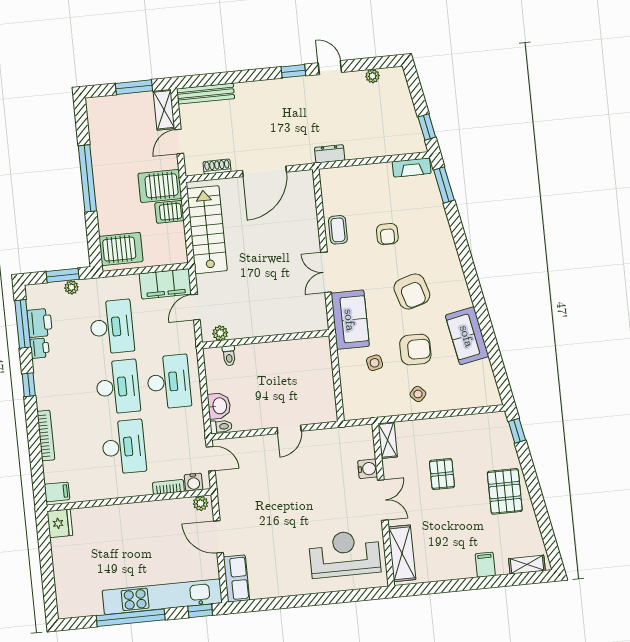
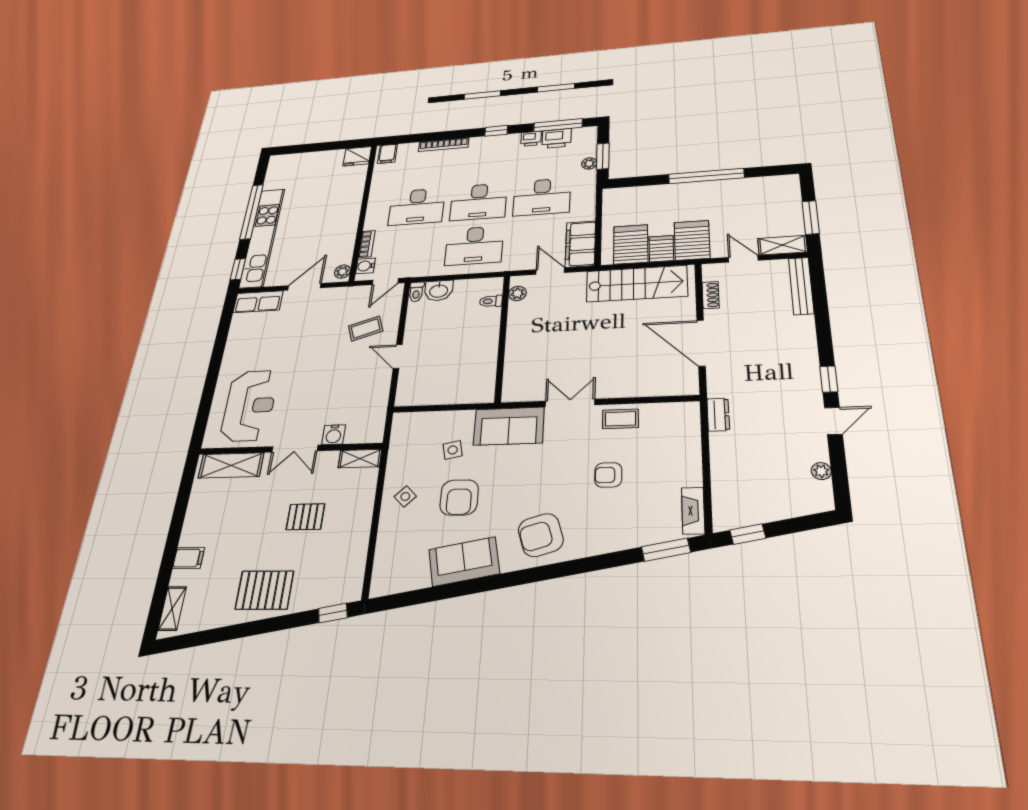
server rack: (121, 249) -> (631, 244), moved, turned 180
armchair: (412, 291) -> (541, 535), moved
coffee table: (262, 466) -> (366, 328), added

